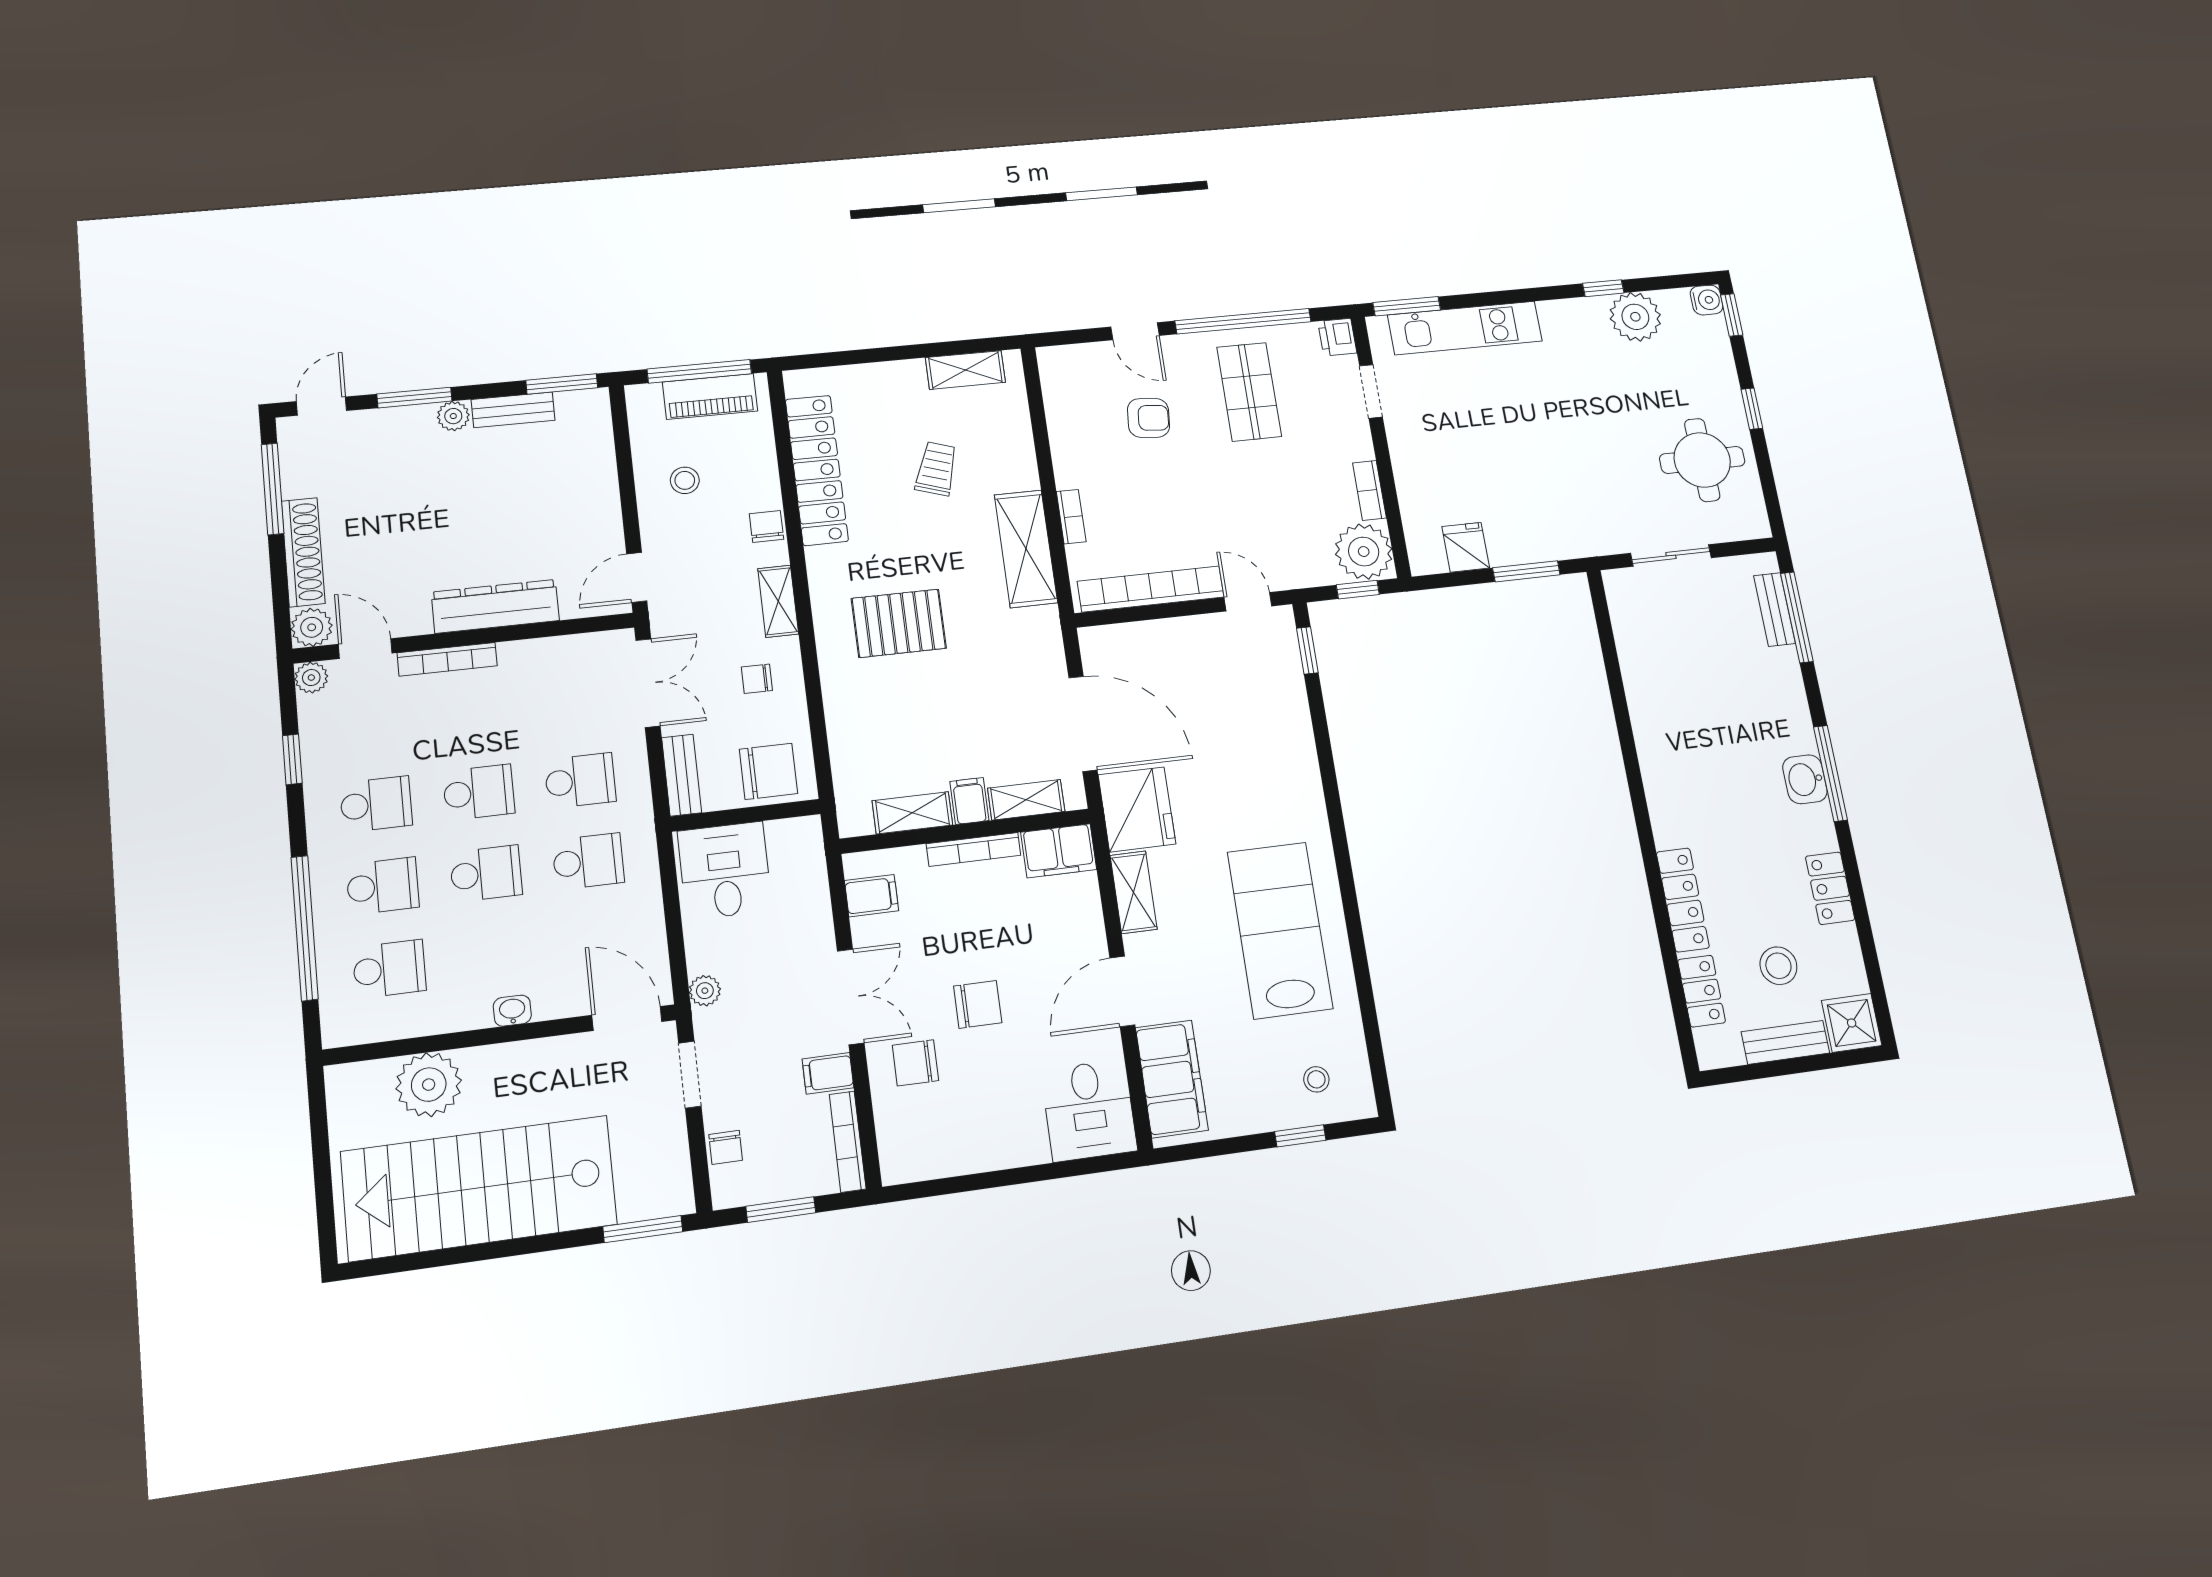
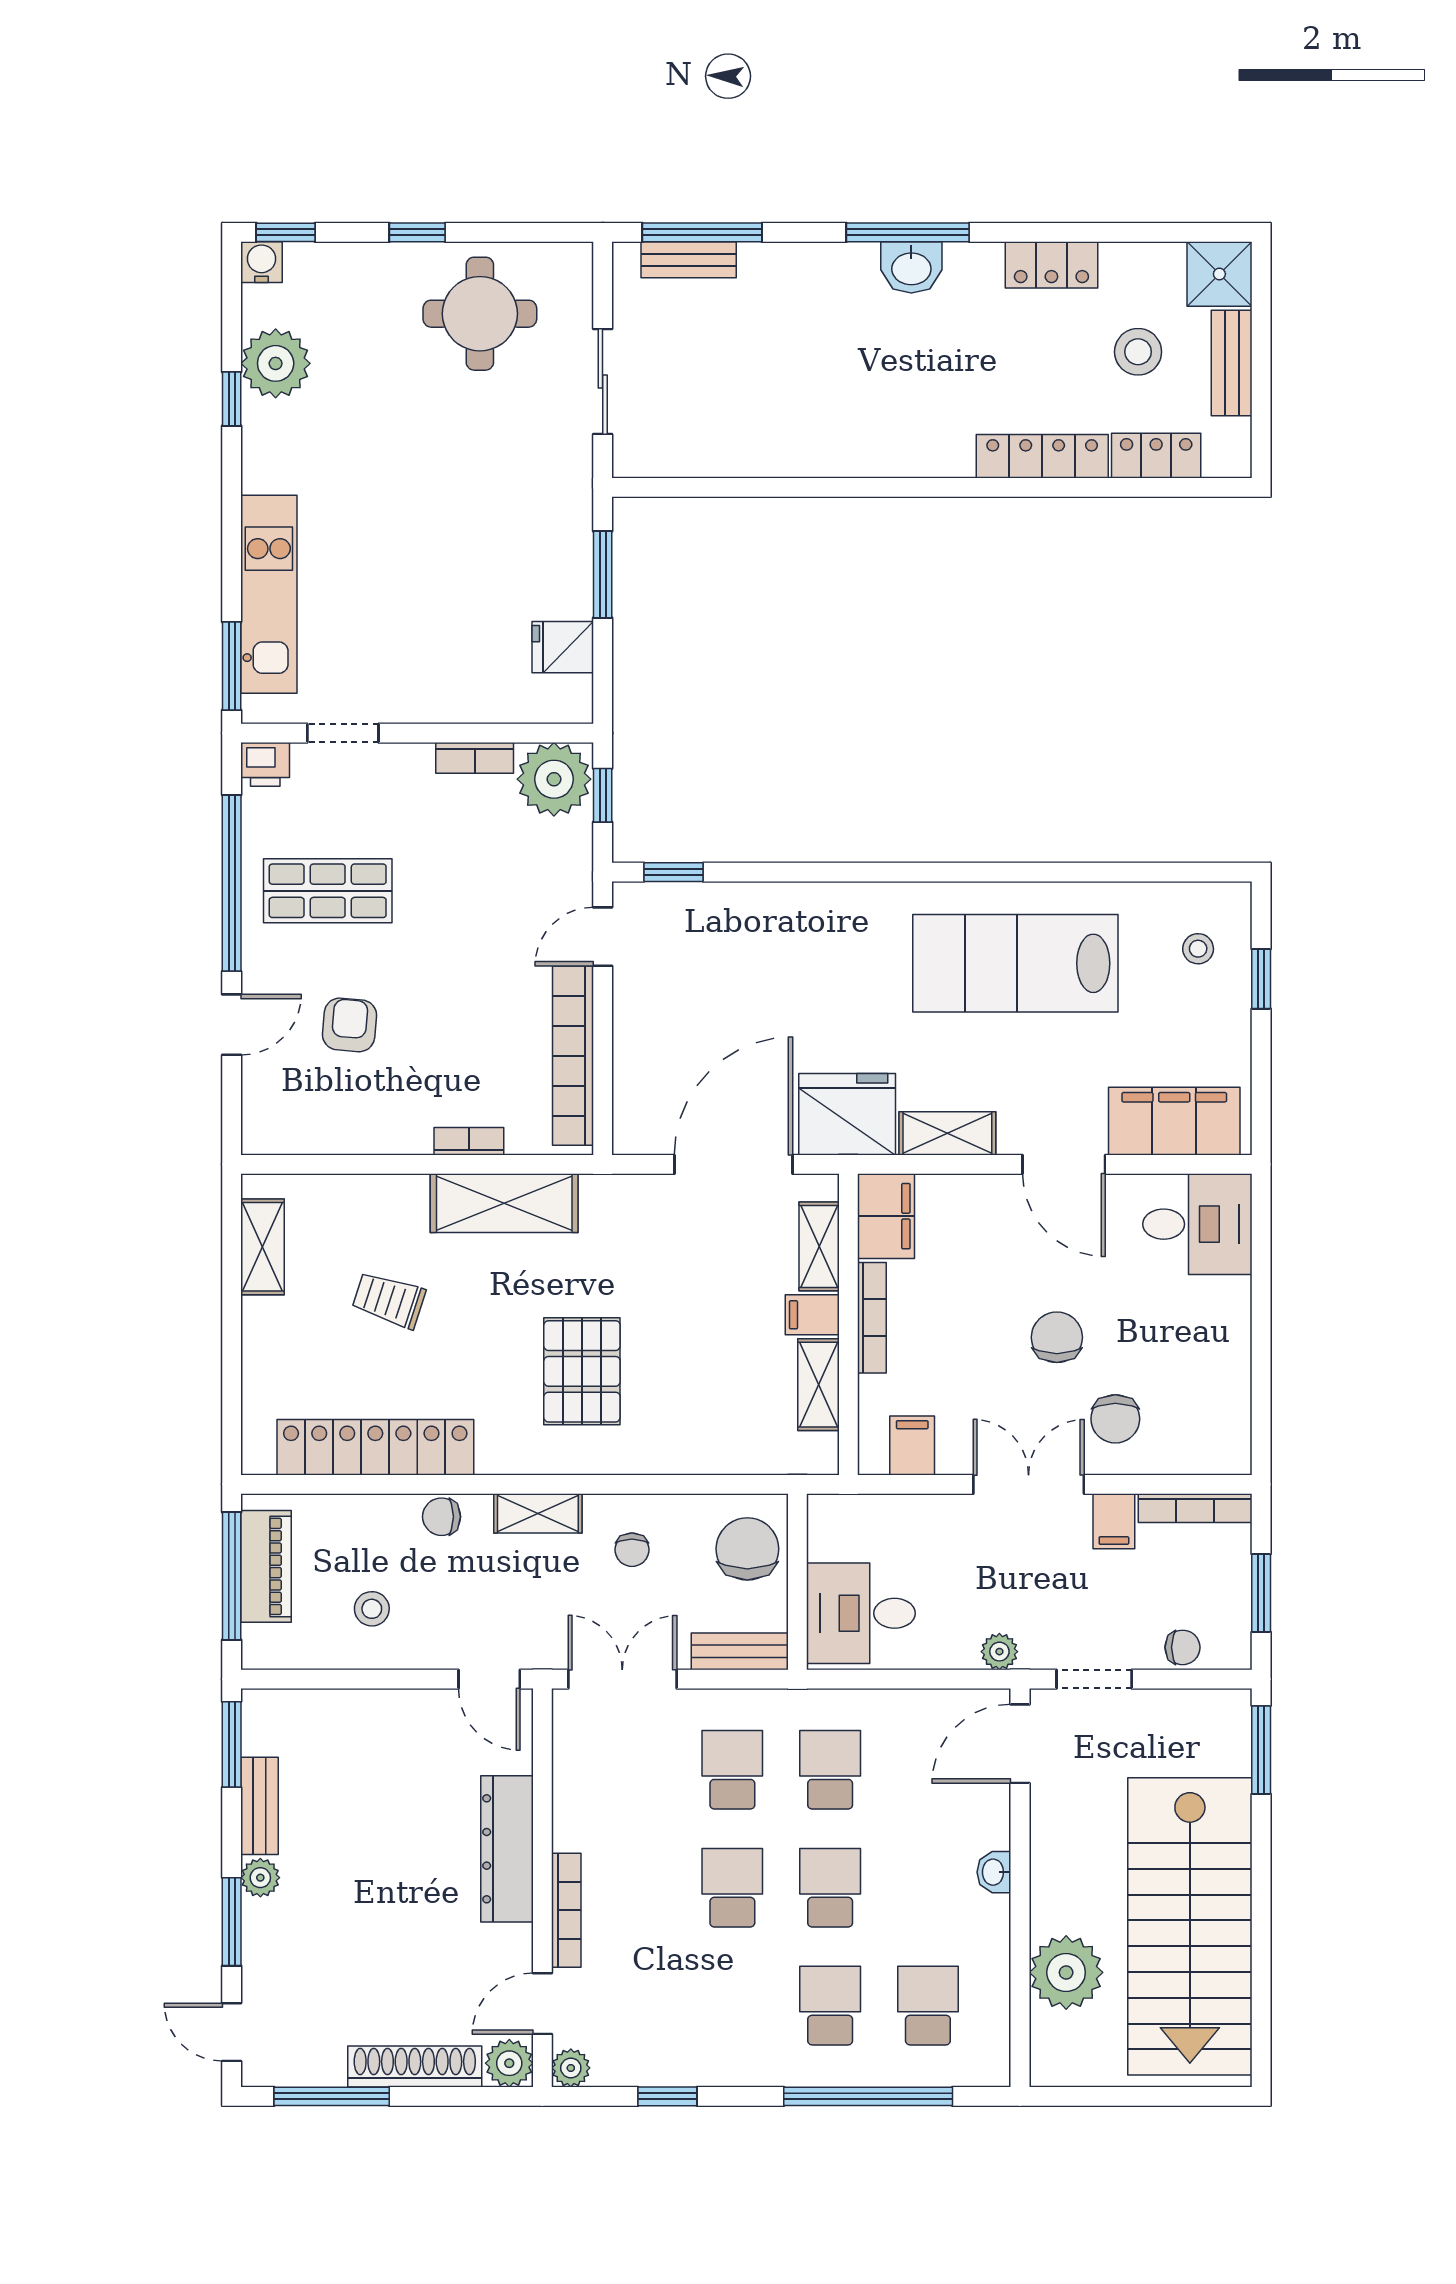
school desk: (376, 804) -> (732, 2006), removed

